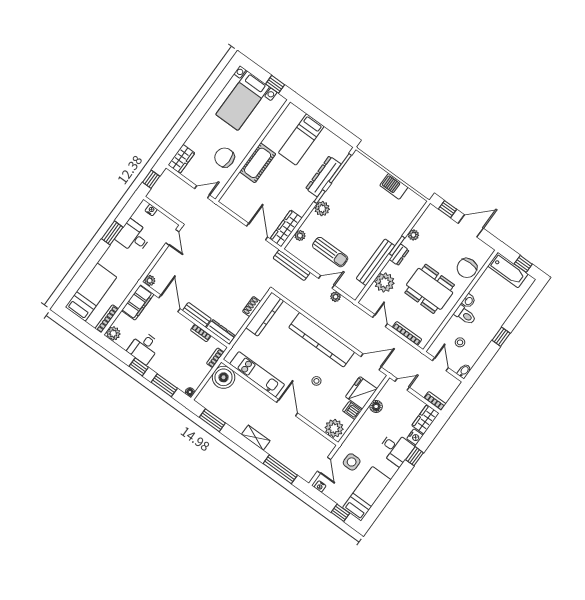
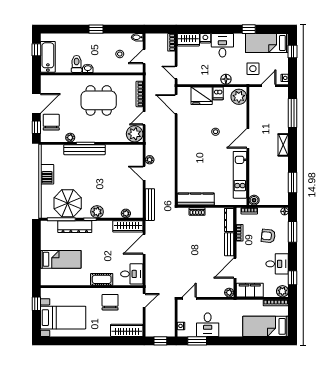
chair: (224, 157) -> (110, 302), turned 180
wardrobe: (181, 159) -> (127, 330), width x1.50
cot: (258, 163) -> (102, 279), width x0.73, depth x0.75
parasol: (351, 186) -> (68, 203), added
door: (202, 192) -> (144, 300), swing flipped
desk: (237, 199) -> (132, 274), added
door: (471, 226) -> (36, 103), swing flipped
window: (112, 233) -> (197, 341), moved
sun lounger: (330, 252) -> (122, 185), removed
dresser: (399, 255) -> (90, 137), removed
bench: (376, 262) -> (85, 150), moved
chair: (467, 268) -> (51, 122), moved, turned -90
plant: (385, 282) -> (135, 134), moved
dining table: (430, 289) -> (99, 100), turned 90
toilet: (465, 315) -> (77, 64), moved
kitchen counter: (322, 340) -> (185, 148), removed
armchair: (177, 359) -> (268, 236), added
window: (139, 367) -> (293, 278), moved
boiler: (224, 377) -> (254, 200), width x0.54, depth x0.54
floor lamp: (376, 406) -> (226, 79), moved
window: (415, 456) -> (249, 29), moved

